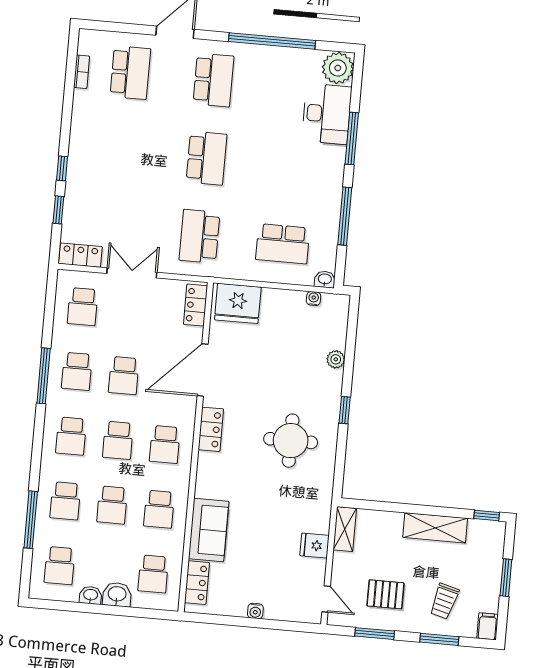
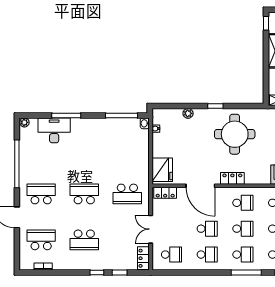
plant: (338, 68) -> (24, 122), width x0.53, depth x0.53
window: (345, 216) -> (122, 115), moved
school desk: (283, 244) -> (84, 240), moved, turned 90
window: (44, 376) -> (246, 273), moved
round table: (291, 441) -> (235, 134), width x1.36, depth x1.36

